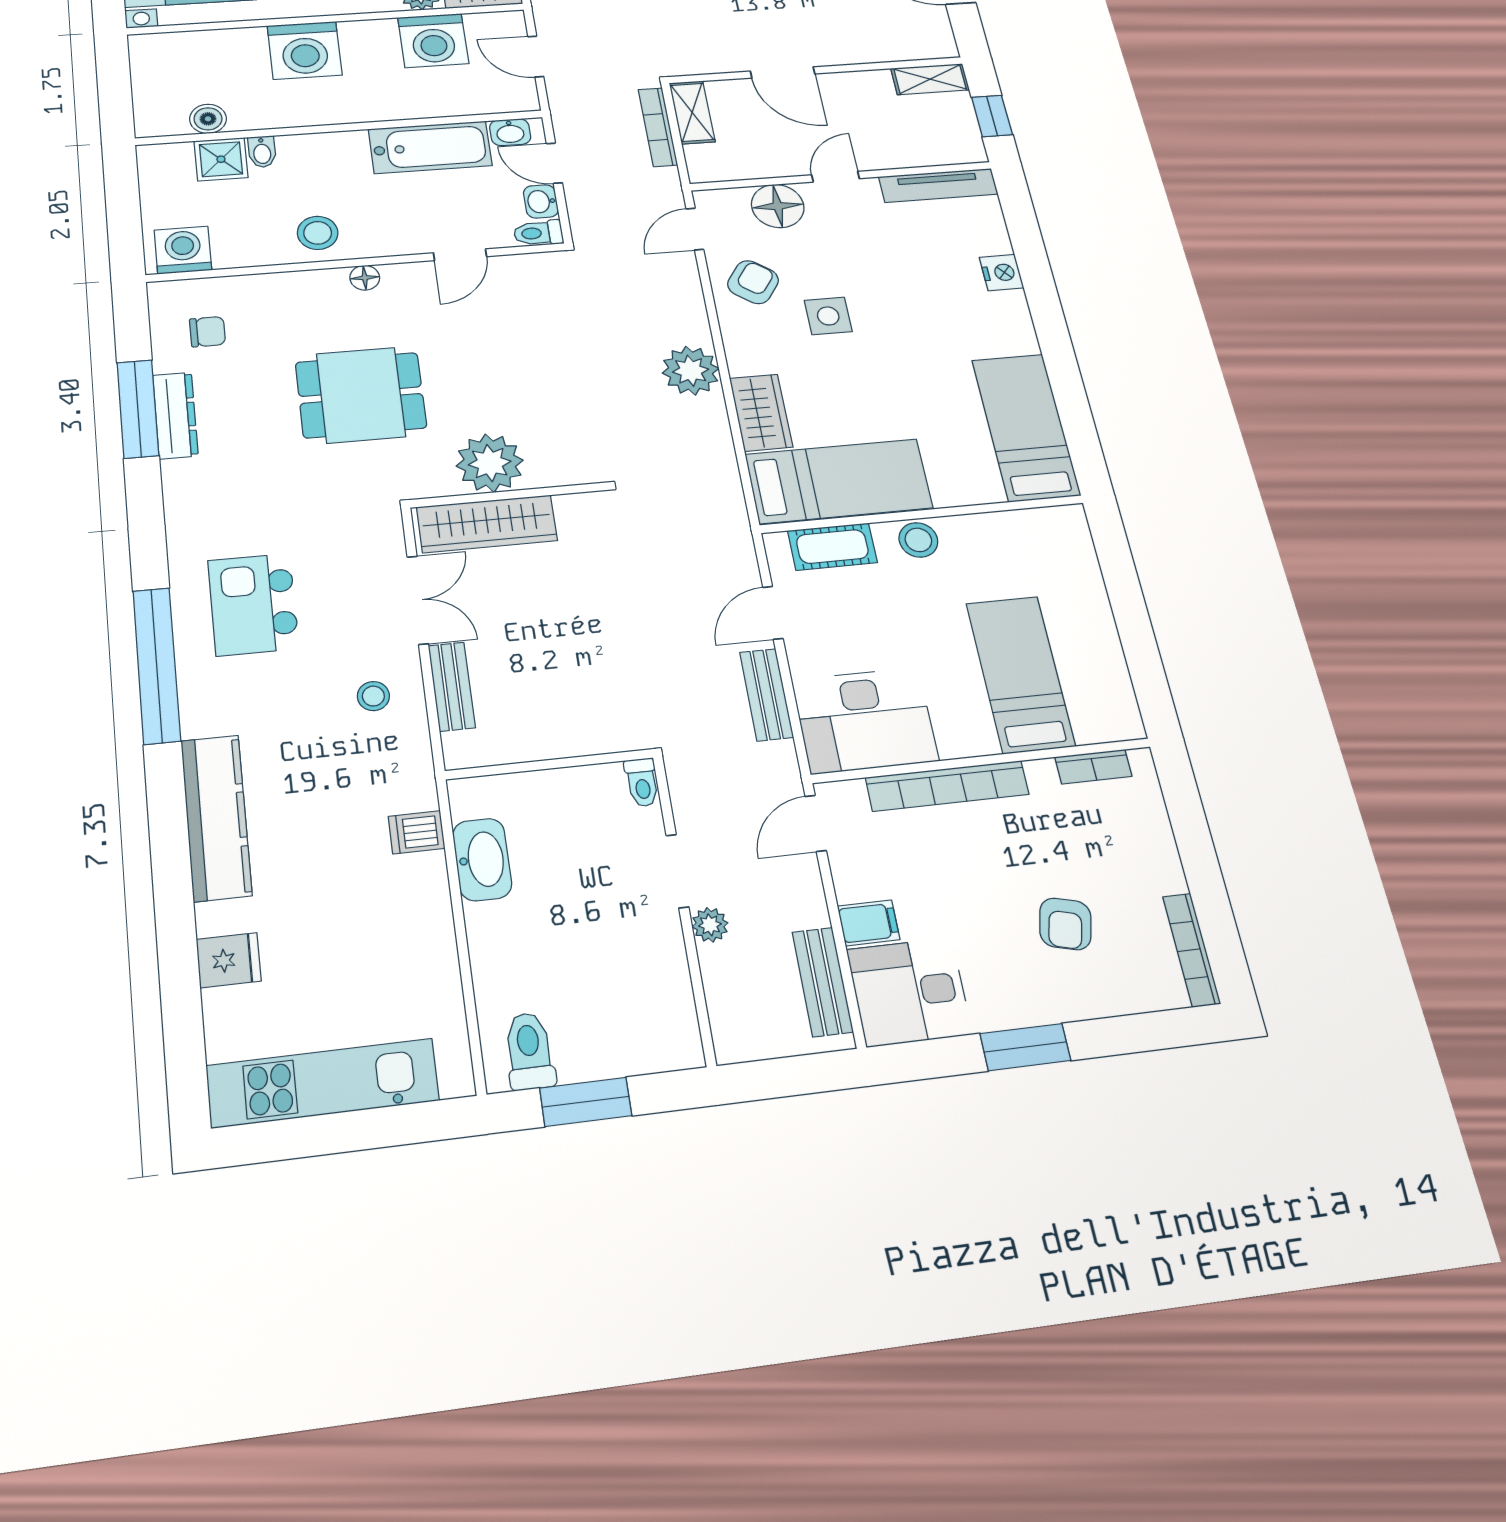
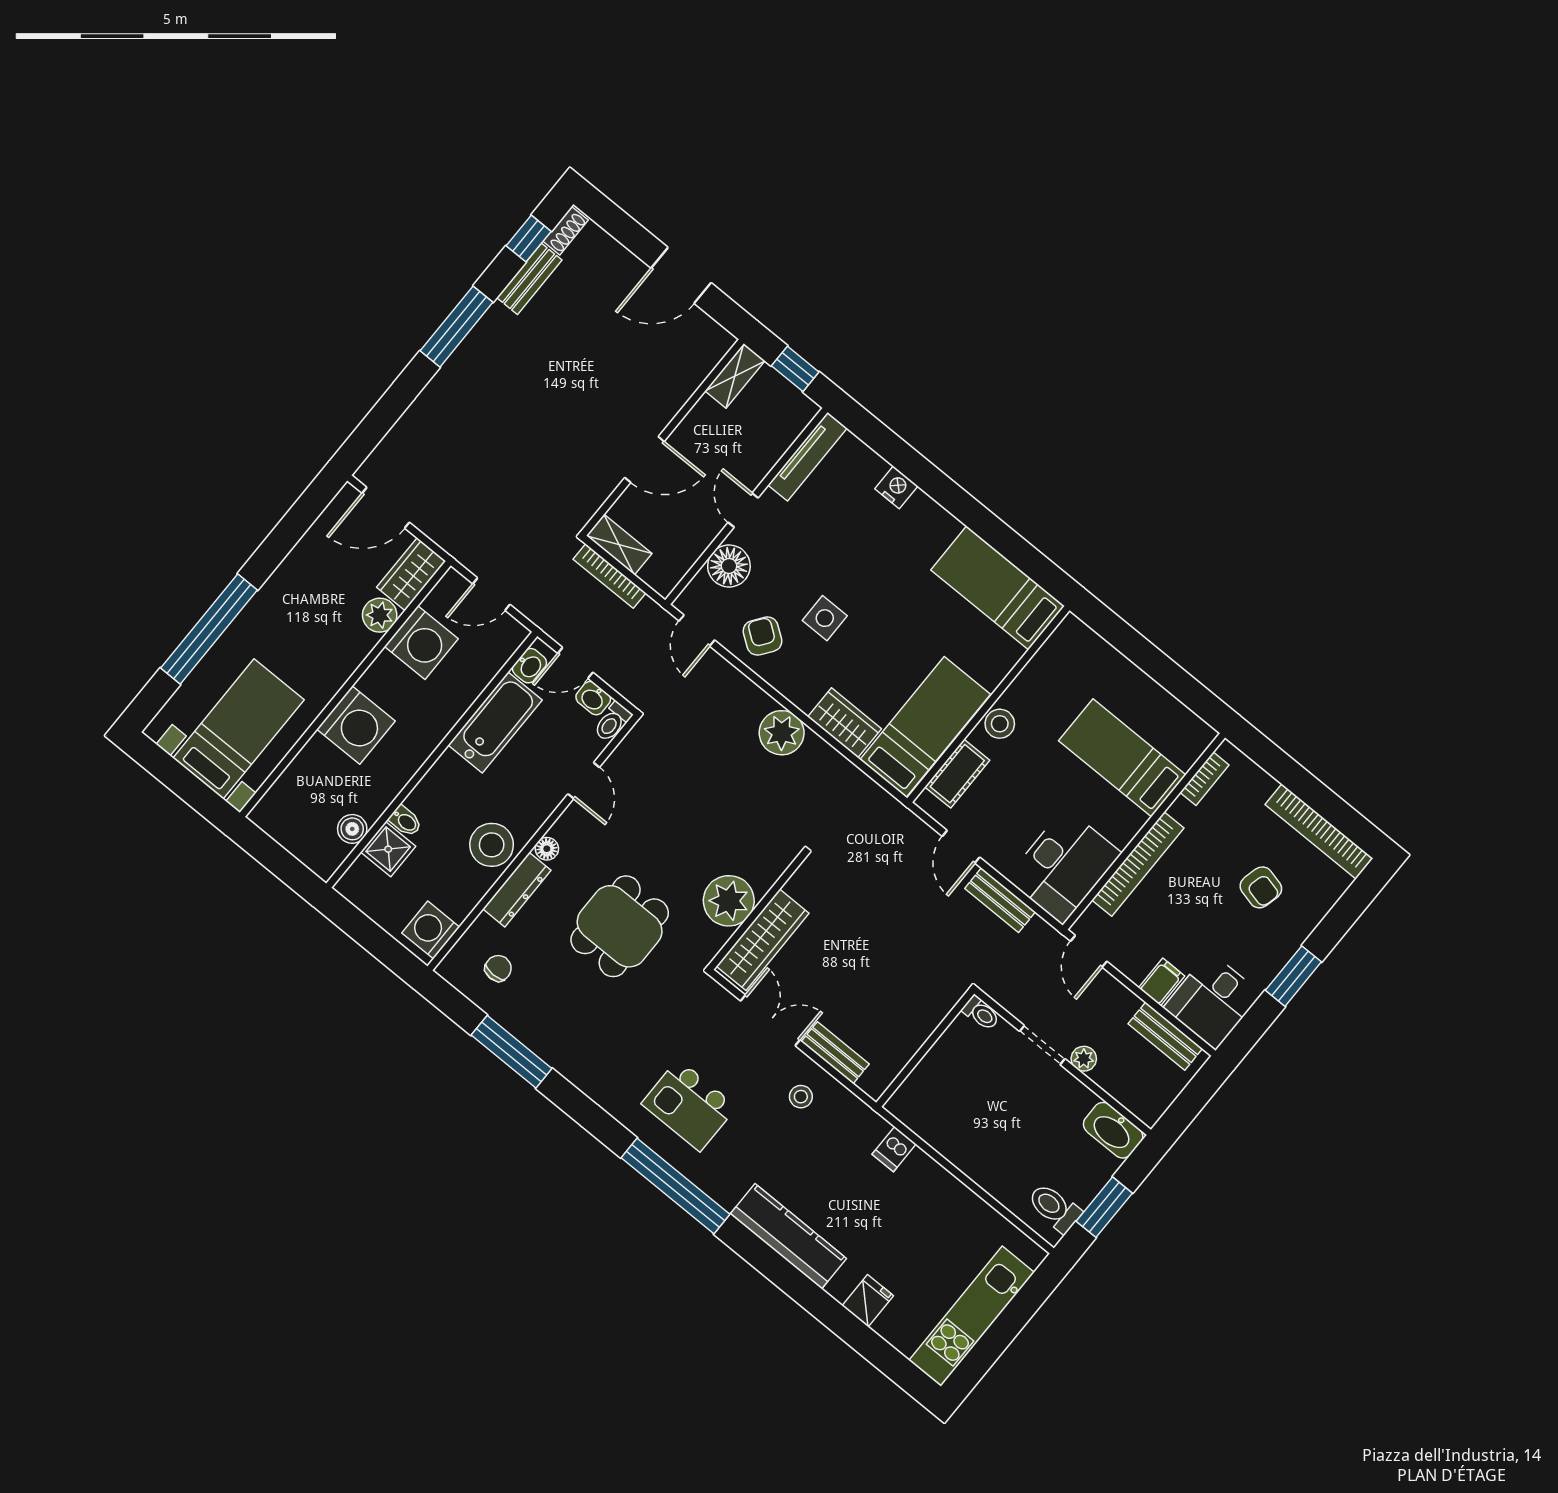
stool: (318, 233) -> (492, 845), width x1.38, depth x1.38
dresser: (175, 415) -> (517, 890), moved, turned 90
washbasin: (482, 859) -> (1113, 1130), moved, turned 180
bookcase: (1192, 950) -> (1319, 831), width x1.48, depth x1.31

